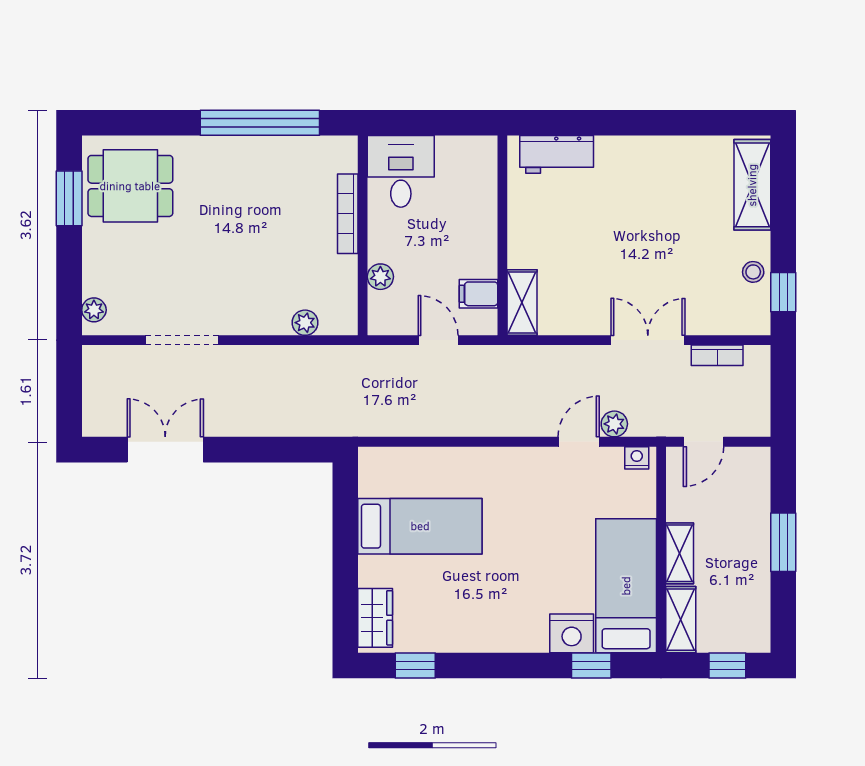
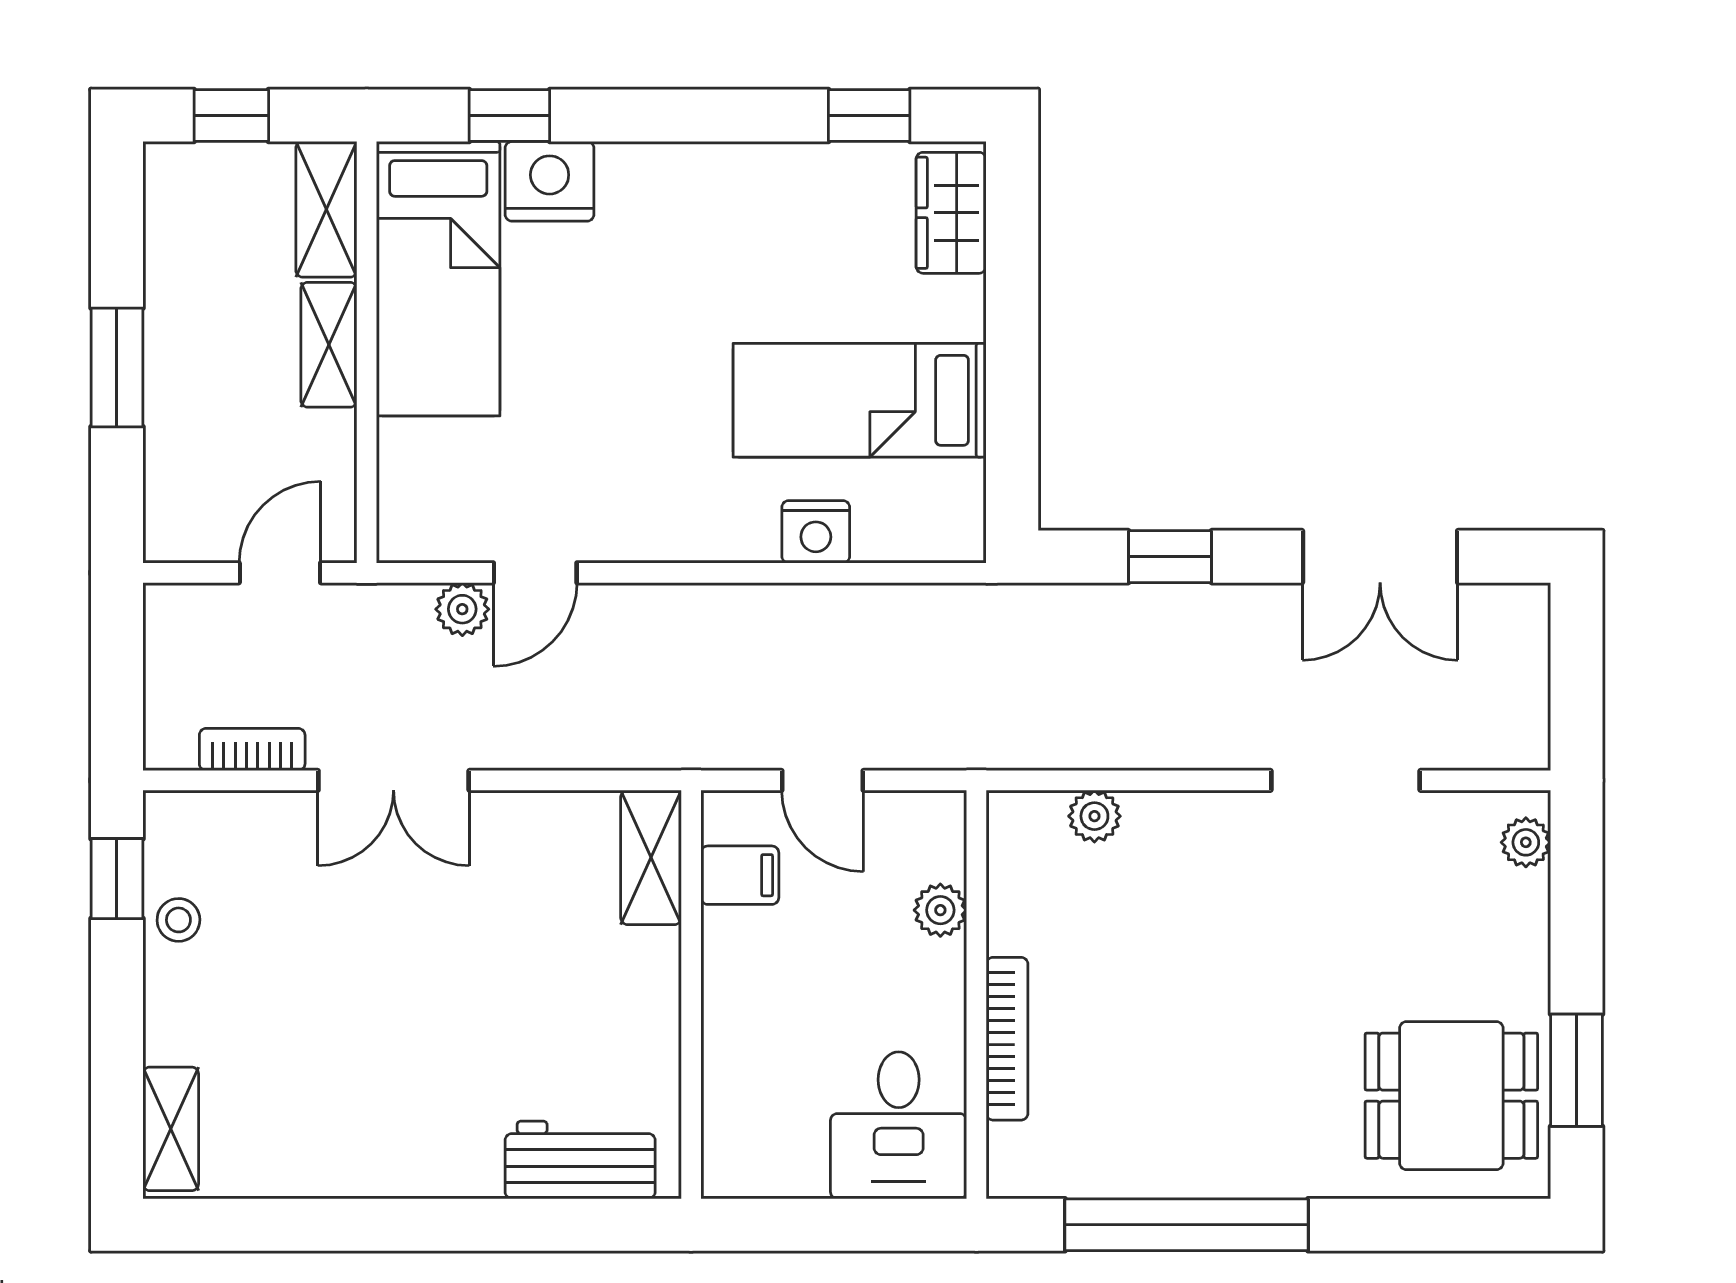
shelving: (752, 185) -> (171, 1129), width x0.67, depth x0.75
window: (268, 450) -> (1170, 557), added
nightstand: (637, 458) -> (816, 532), moved, width x1.39, depth x1.35

